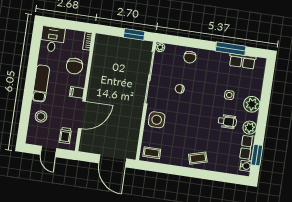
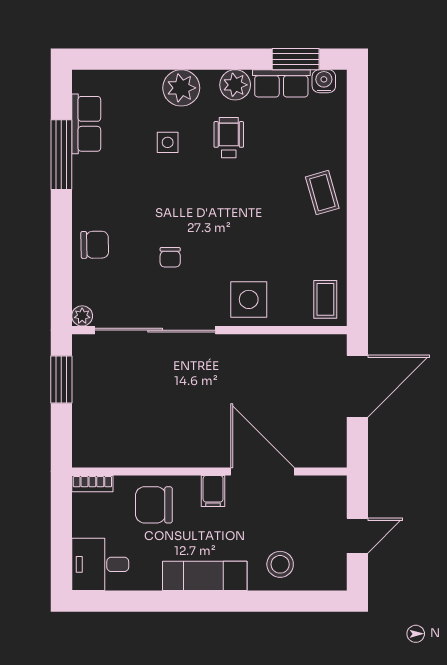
chair: (74, 66) -> (154, 505), turned 180
trolley: (65, 135) -> (315, 503), removed

